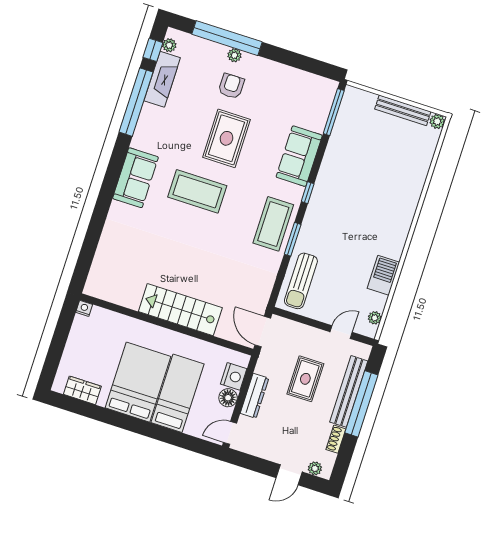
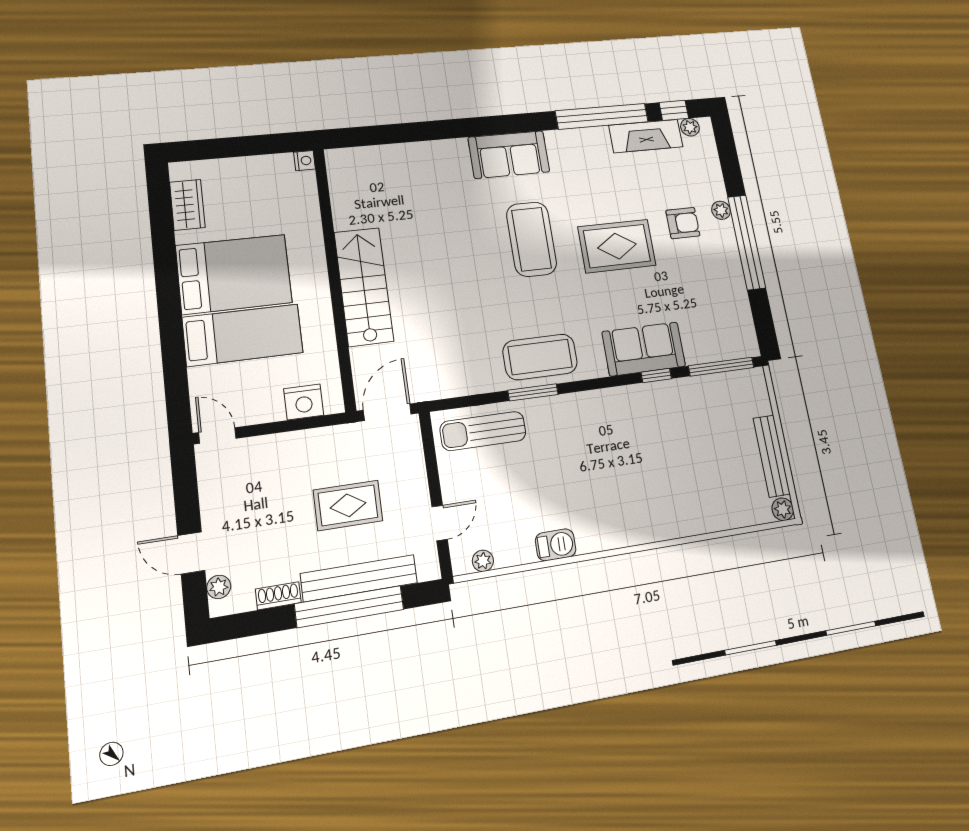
window: (227, 38) -> (747, 242), moved
window: (308, 193) -> (656, 376), moved
barbecue: (383, 275) -> (556, 545), width x0.73, depth x0.79
door: (341, 332) -> (440, 523), hinge flipped
dresser: (254, 396) -> (289, 444), removed
floor lamp: (228, 398) -> (269, 408), removed

